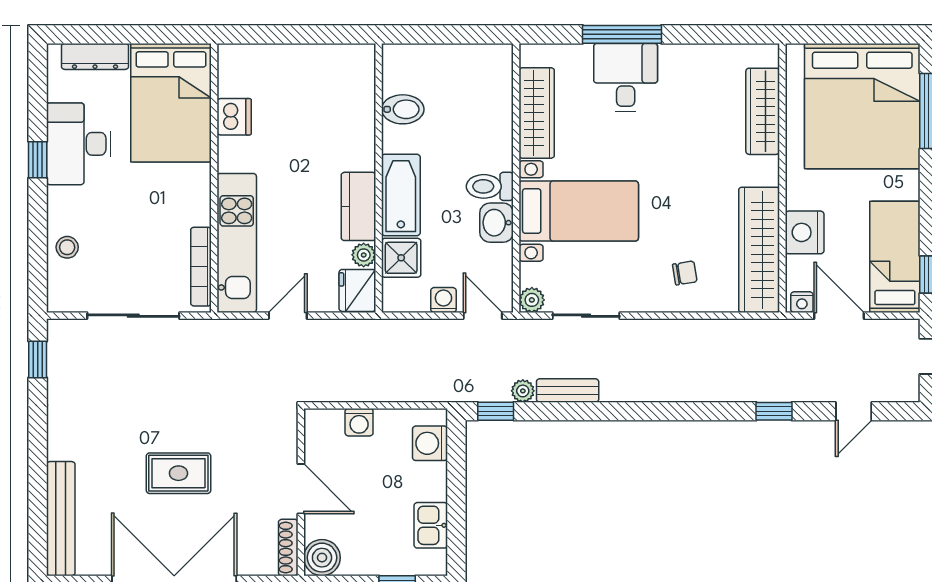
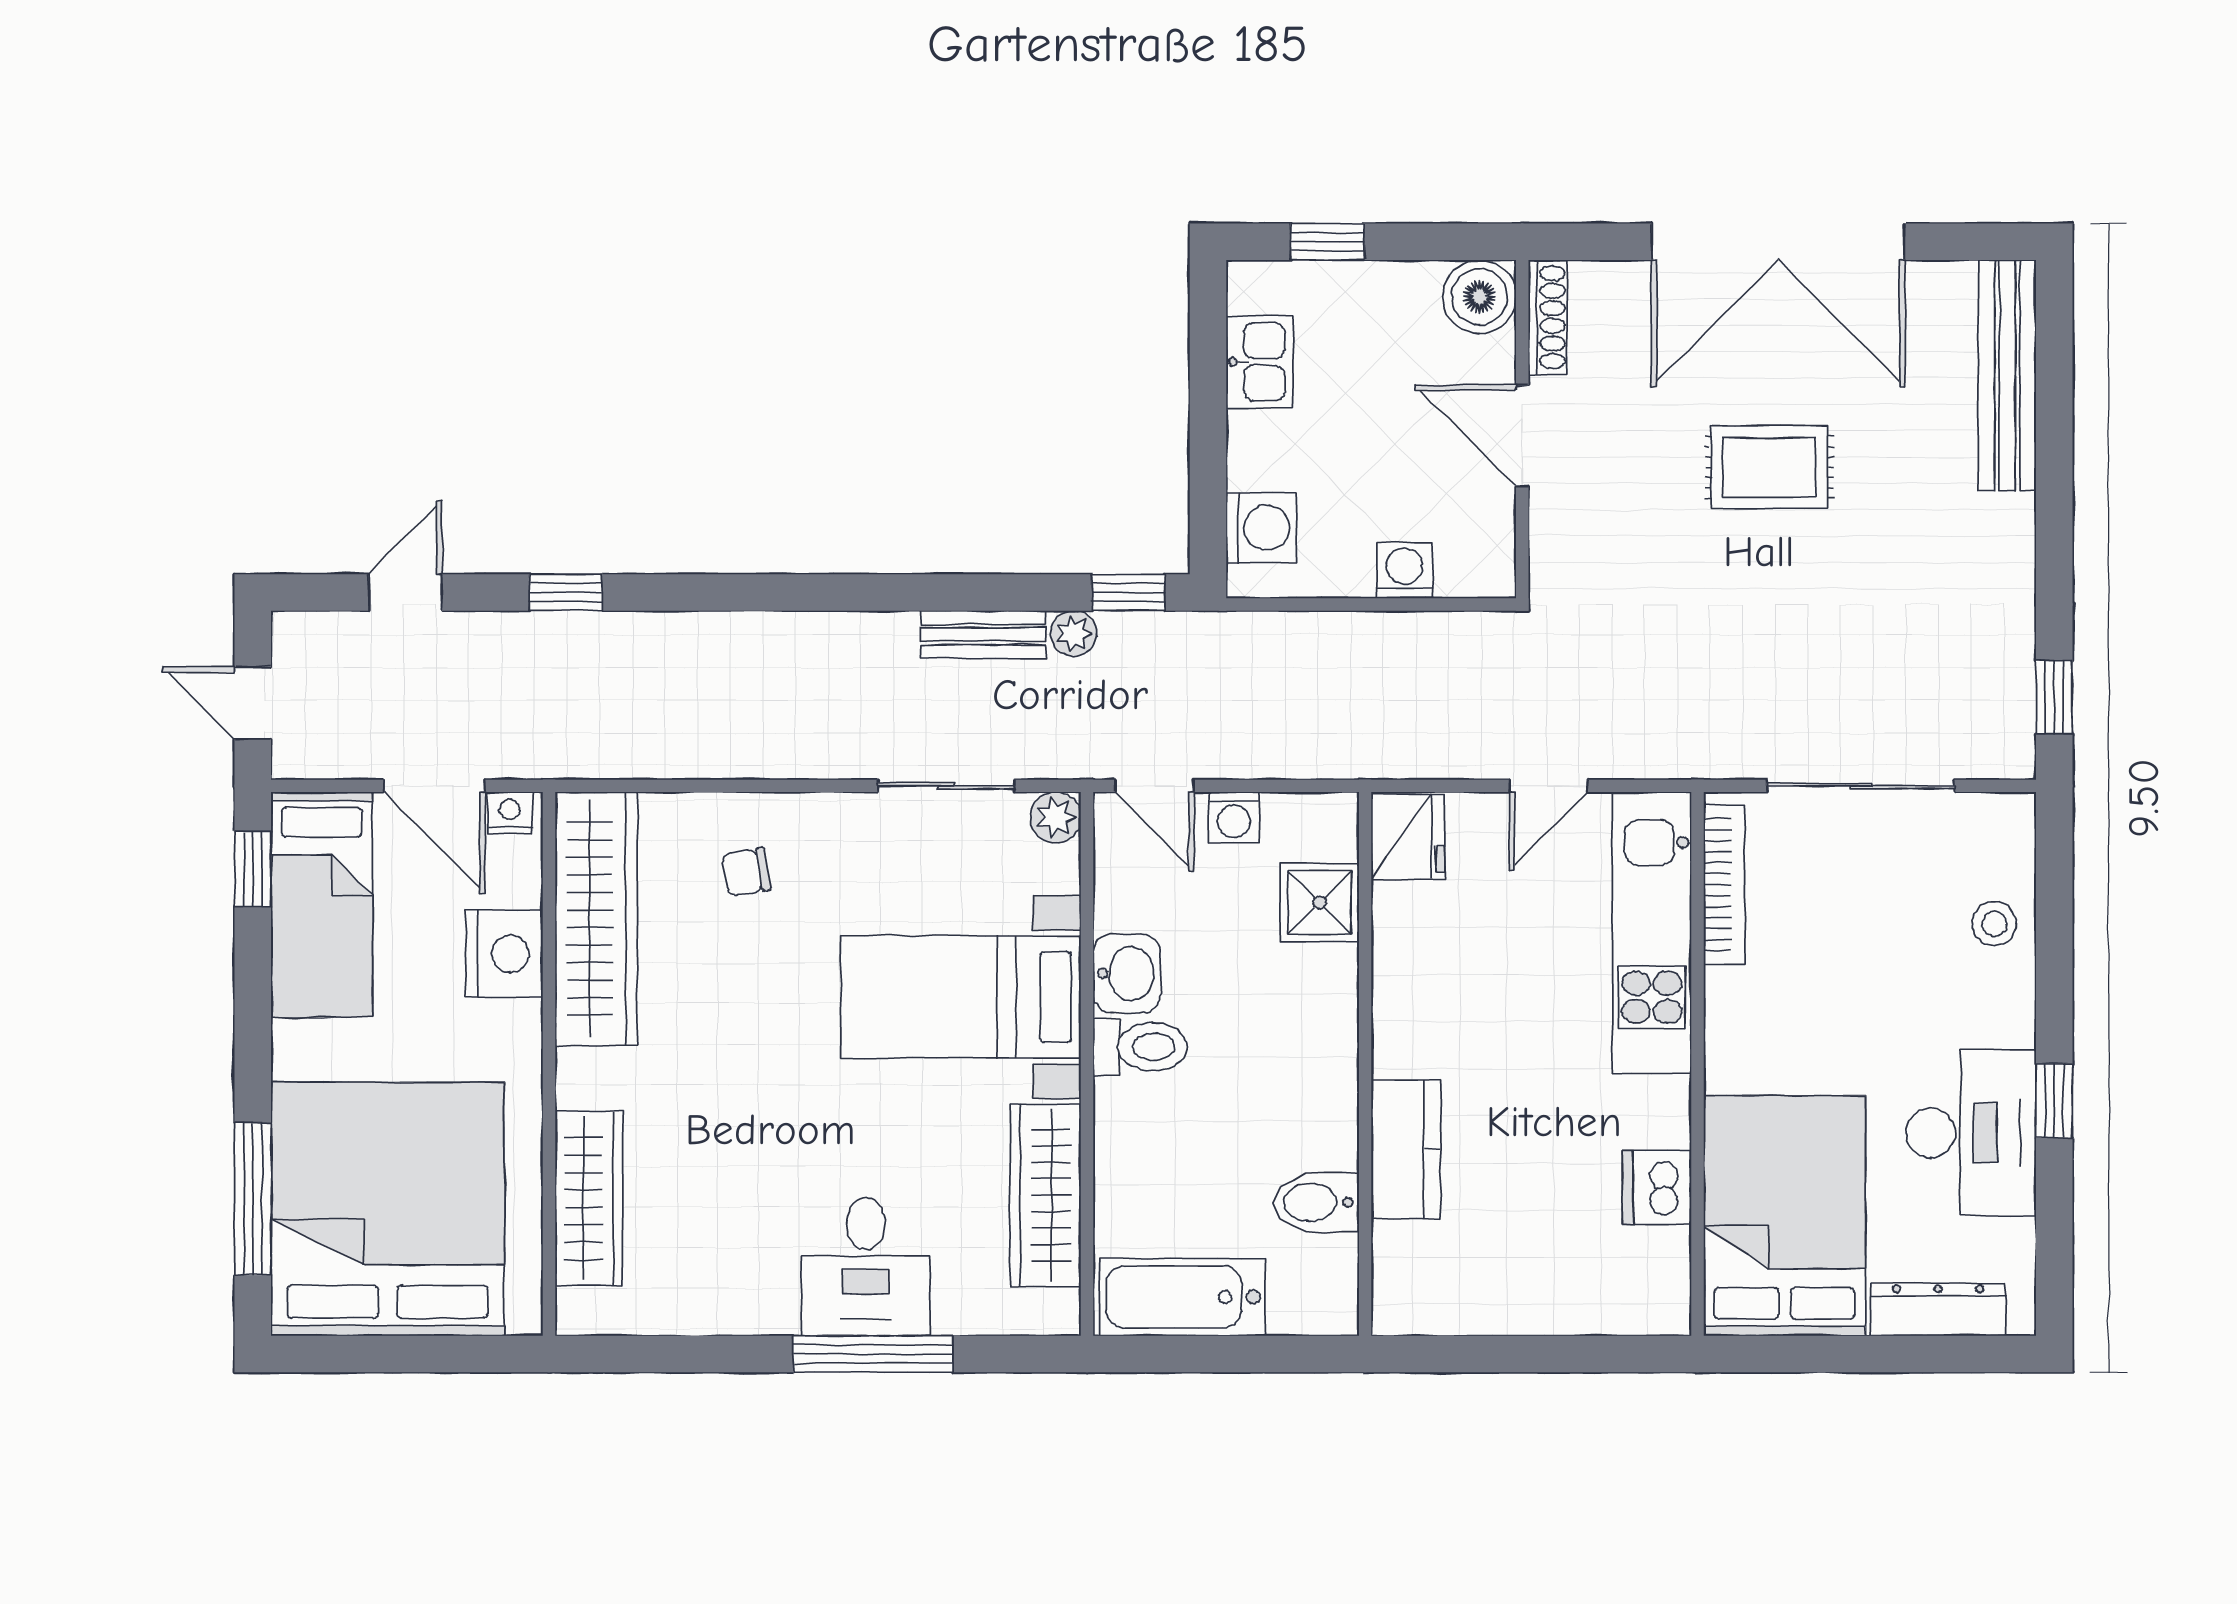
bathtub: (401, 195) -> (1182, 1297), moved, turned 90
kitchen counter: (358, 206) -> (1406, 1149), moved
plant: (364, 255) -> (1395, 908), removed

